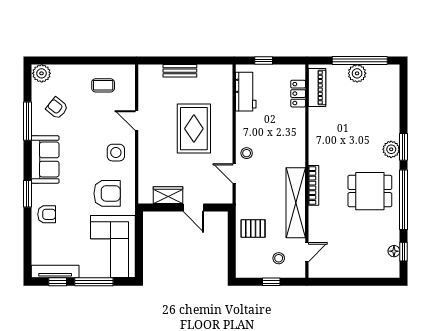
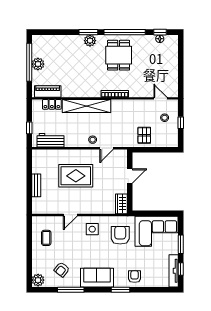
wardrobe: (168, 195) -> (121, 204), moved
shelving: (296, 203) -> (86, 106), moved
window: (94, 282) -> (181, 244), width x0.69

